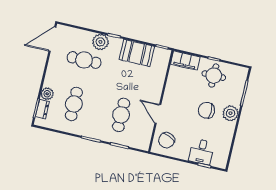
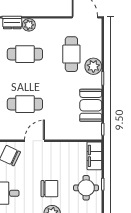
chair: (206, 110) -> (49, 189), turned 90

